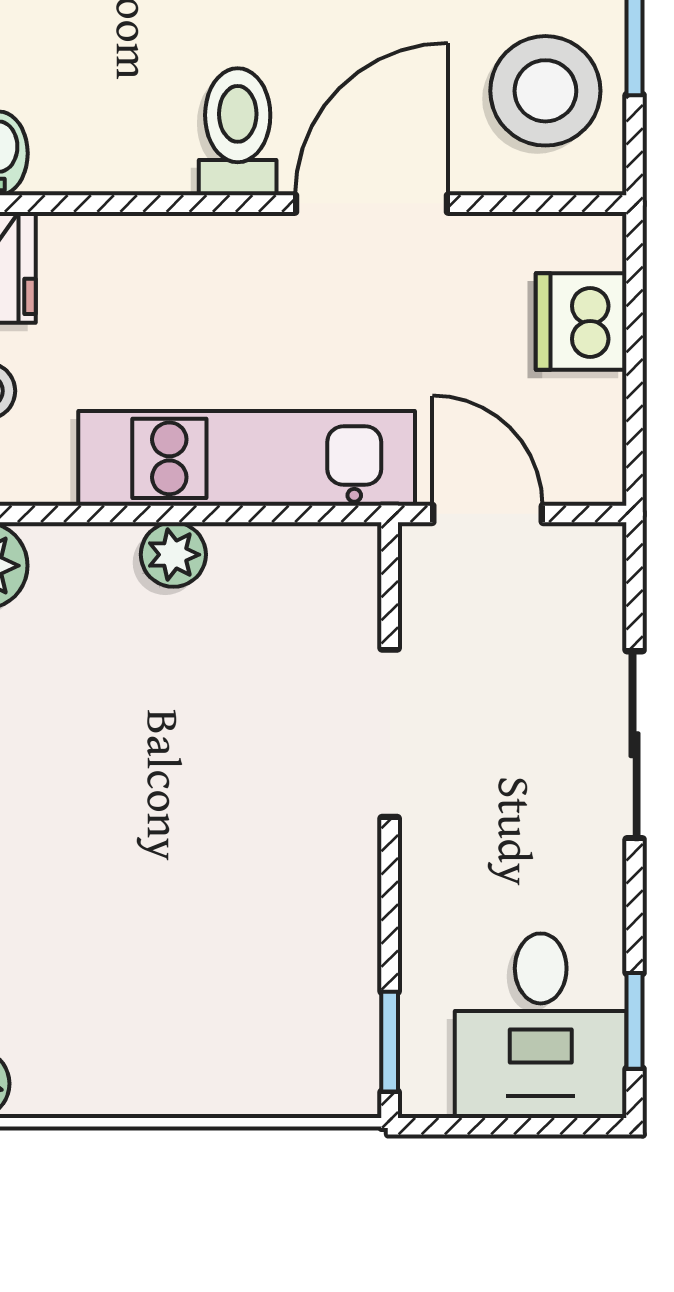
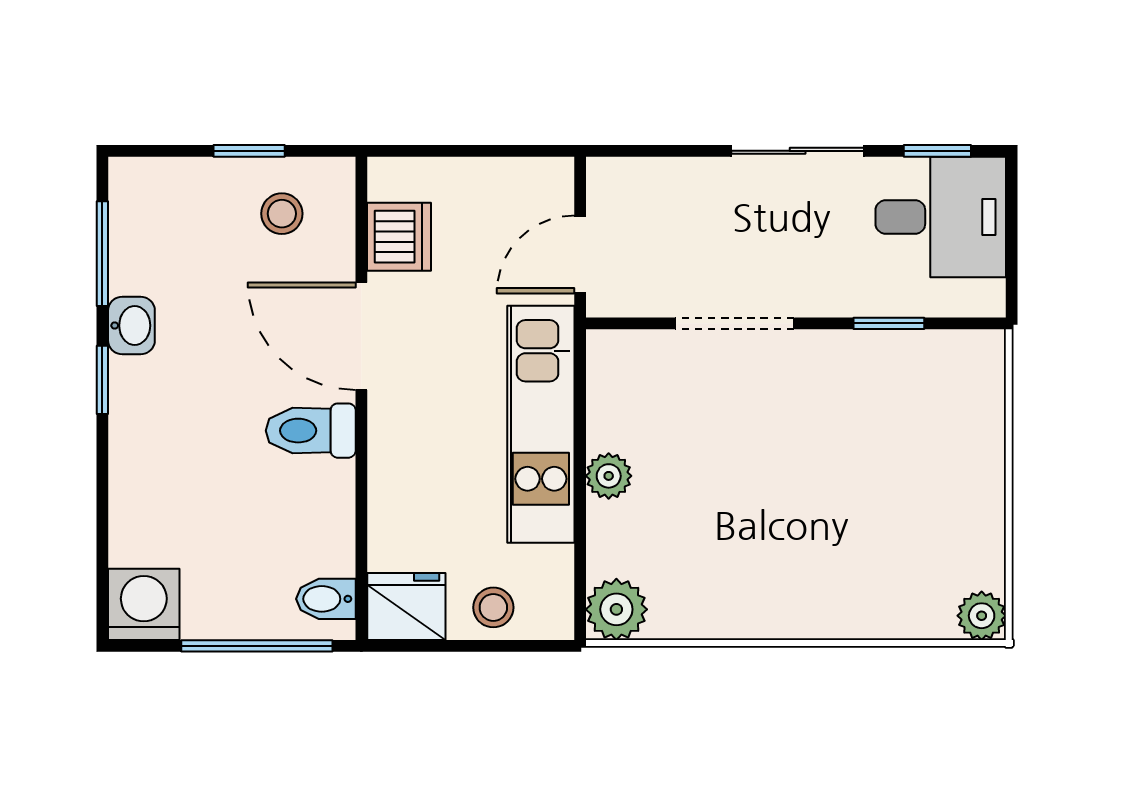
stool: (545, 91) -> (282, 214), width x0.53, depth x0.53
dishwasher: (581, 321) -> (399, 237), moved, turned -90
sliding door: (635, 745) -> (798, 151), moved
window: (390, 1042) -> (889, 323), moved

